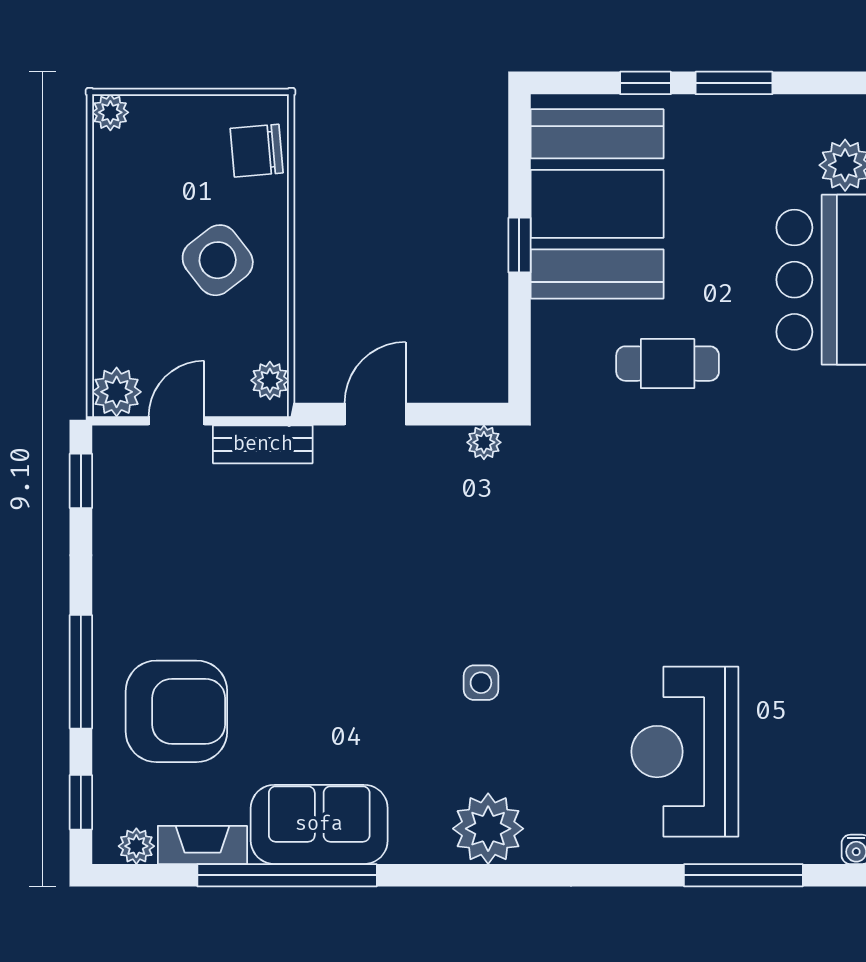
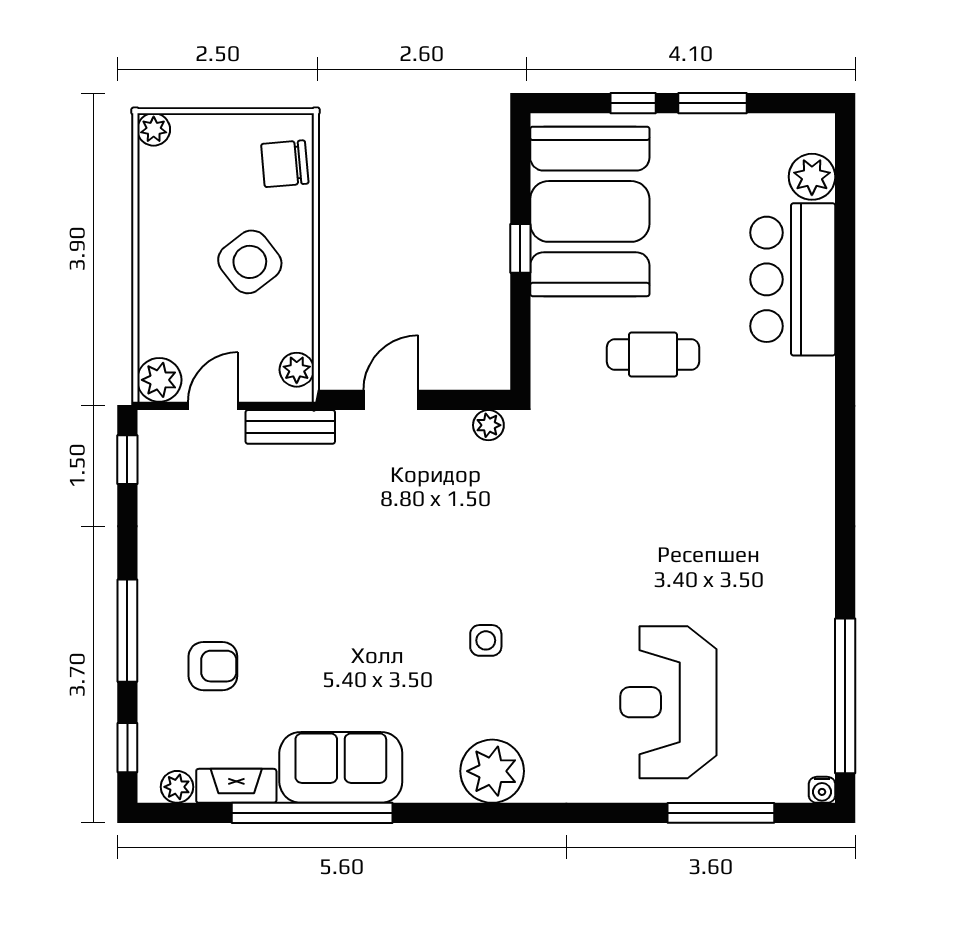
armchair: (176, 711) -> (213, 666), width x0.53, depth x0.53

